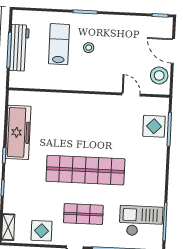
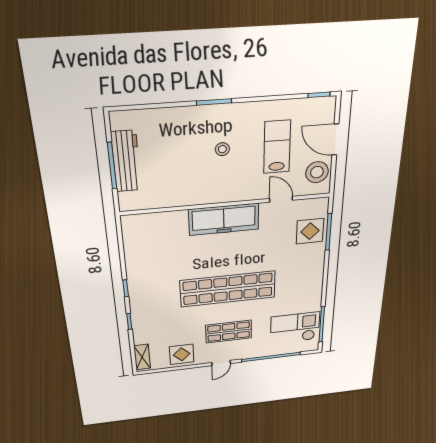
lab bench: (59, 44) -> (277, 147), moved
freezer: (18, 132) -> (224, 219), moved, turned 90

